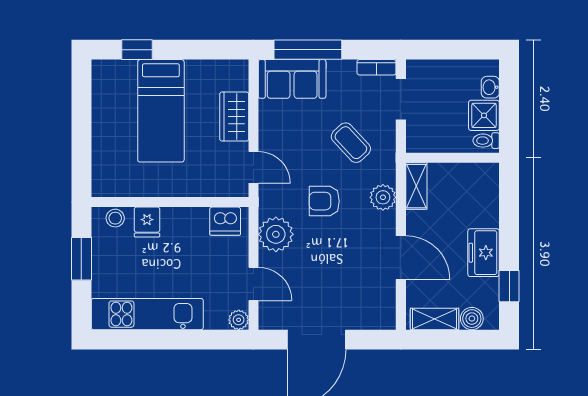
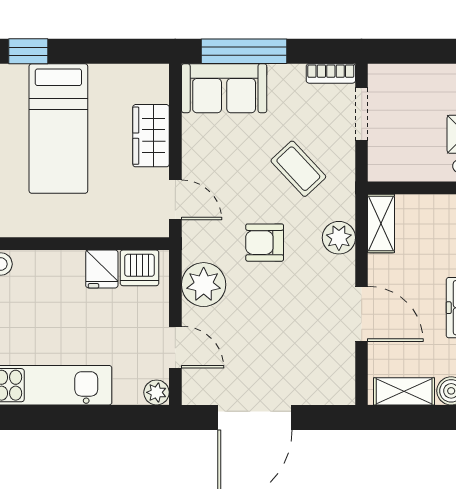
fridge: (147, 222) -> (102, 269), moved

